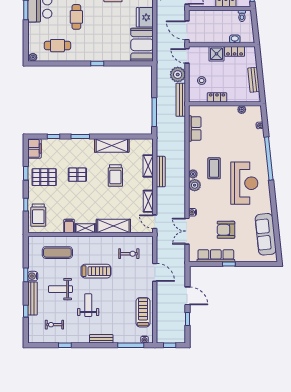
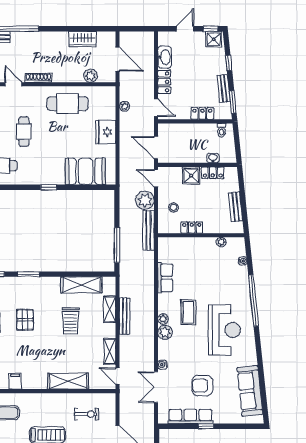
booth: (142, 45) -> (85, 171), moved, turned 90
row of seats: (195, 129) -> (165, 278), moved
shelving: (112, 145) -> (81, 285), moved
pallet: (77, 175) -> (25, 320), turned 90
shelving: (85, 228) -> (35, 384), removed

